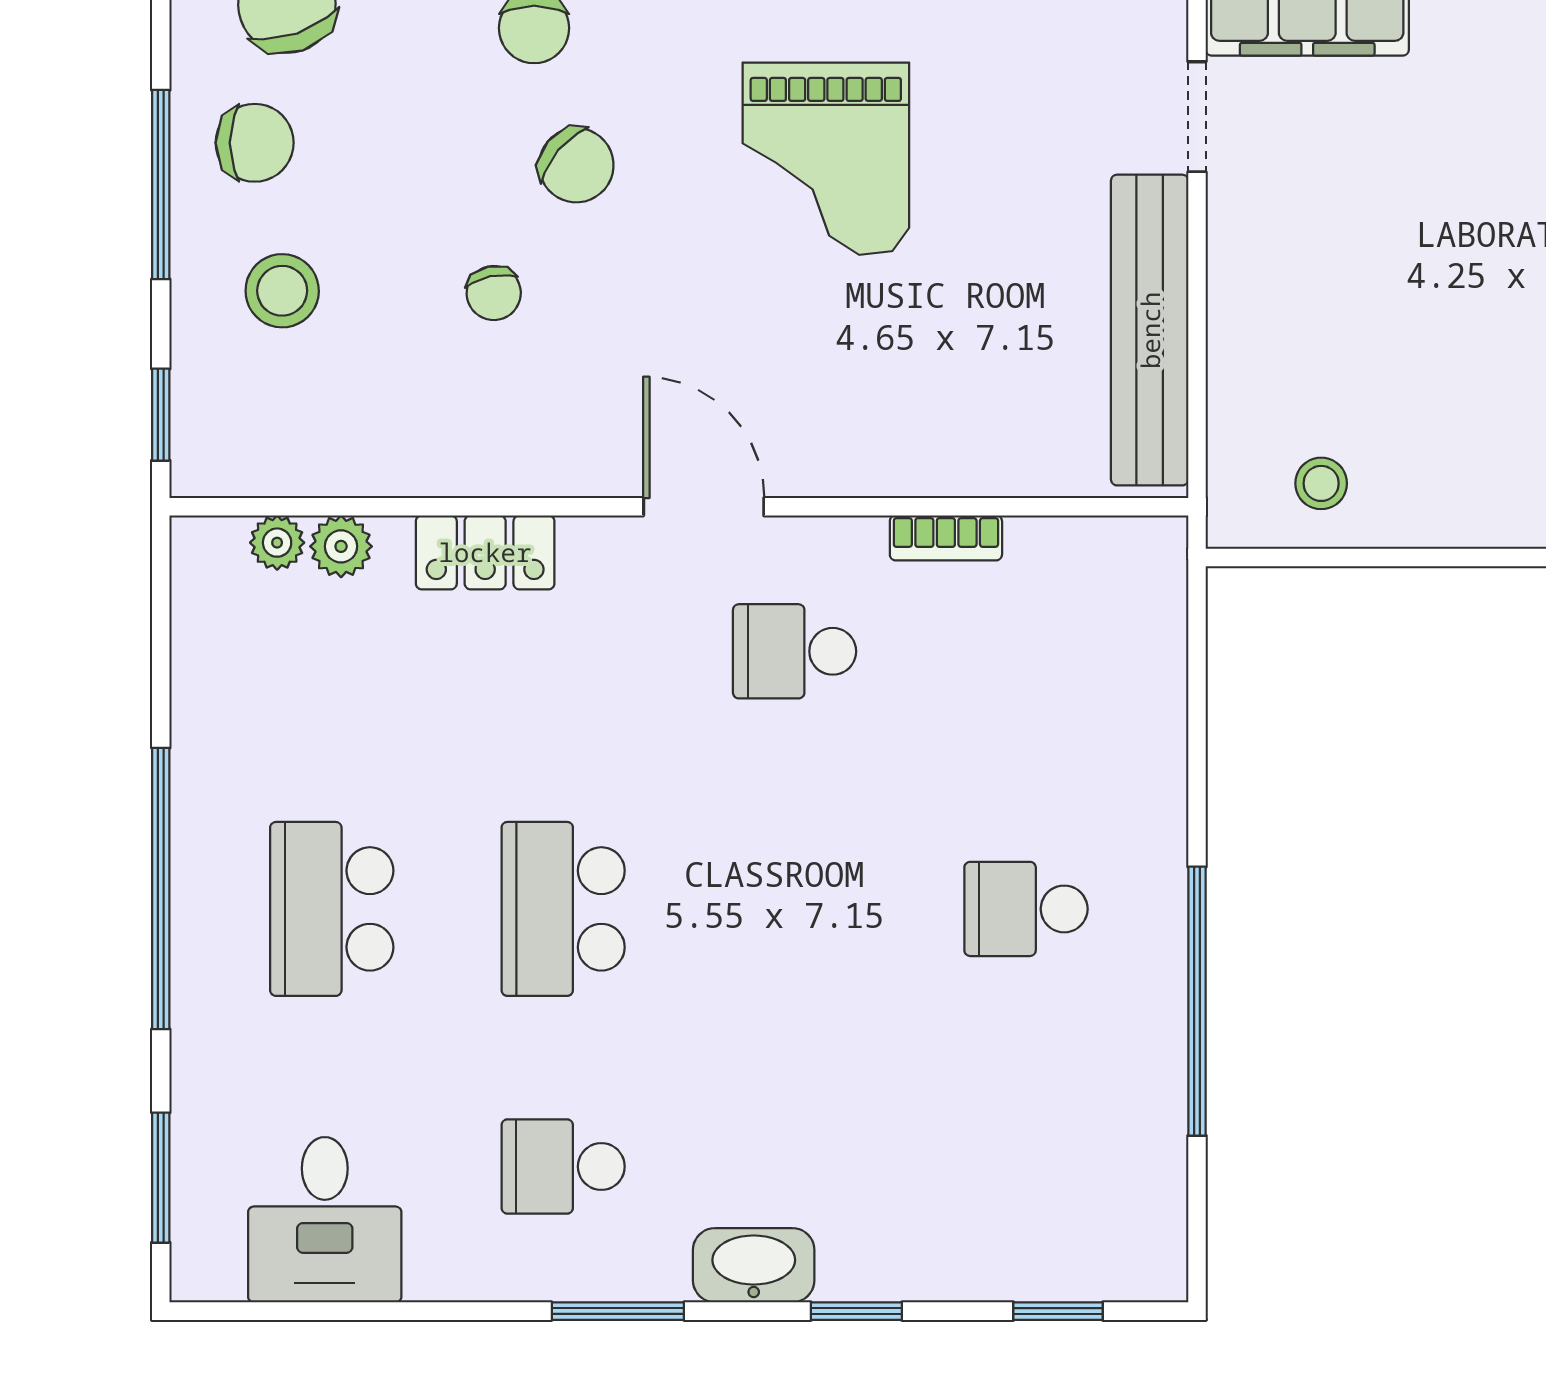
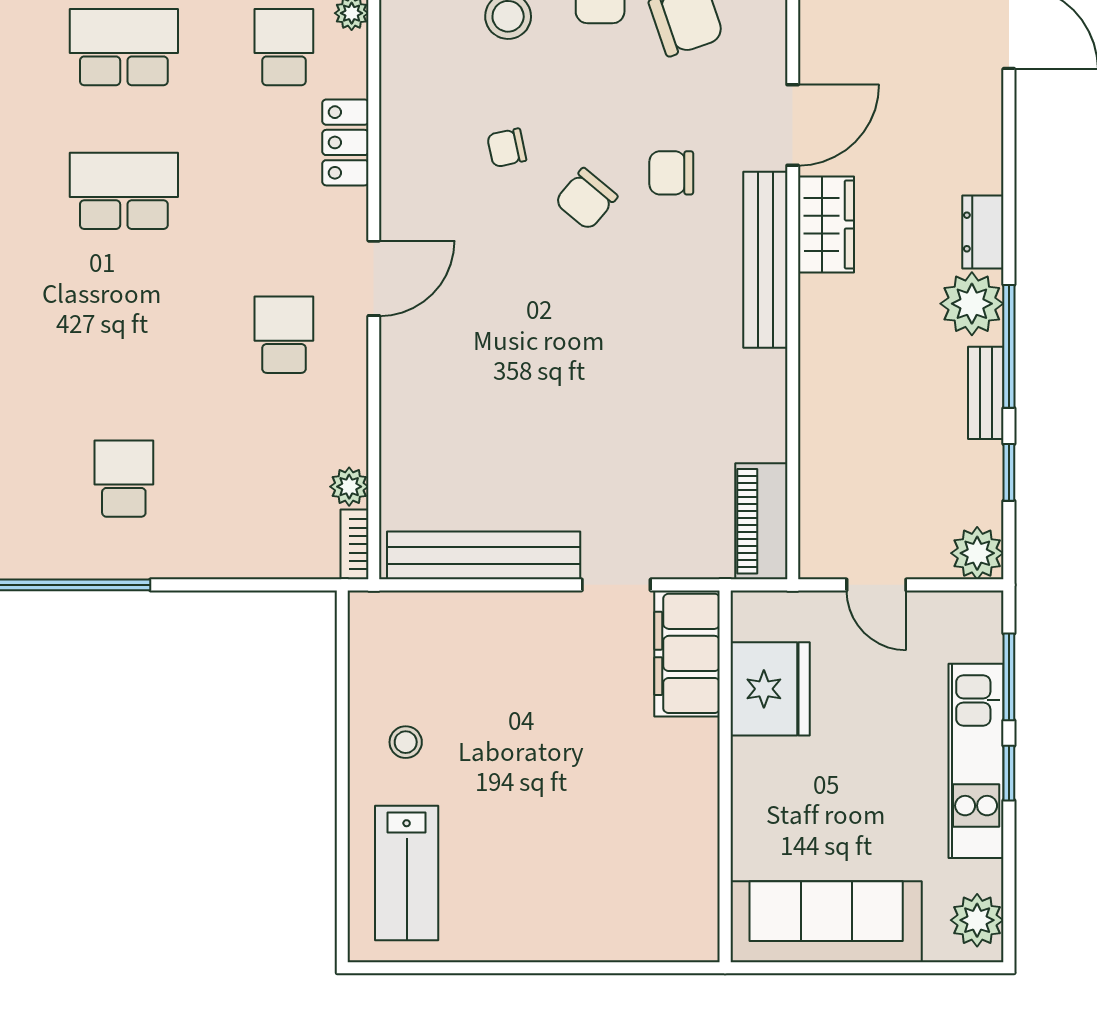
grand piano: (826, 159) -> (590, 354), removed
stool: (1321, 483) -> (406, 742), moved
bookcase: (946, 538) -> (354, 544), moved
plant: (341, 546) -> (349, 487), moved
school desk: (332, 651) -> (284, 47), added

